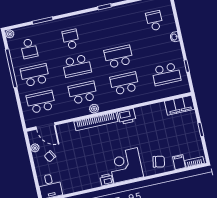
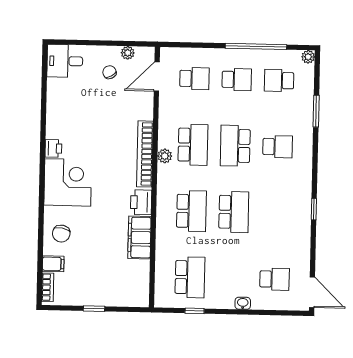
school desk: (166, 74) -> (190, 277), turned 180
school desk: (35, 75) -> (237, 80), width x0.54
school desk: (41, 102) -> (194, 79), width x0.54
filing cabinet: (180, 105) -> (139, 238), moved

